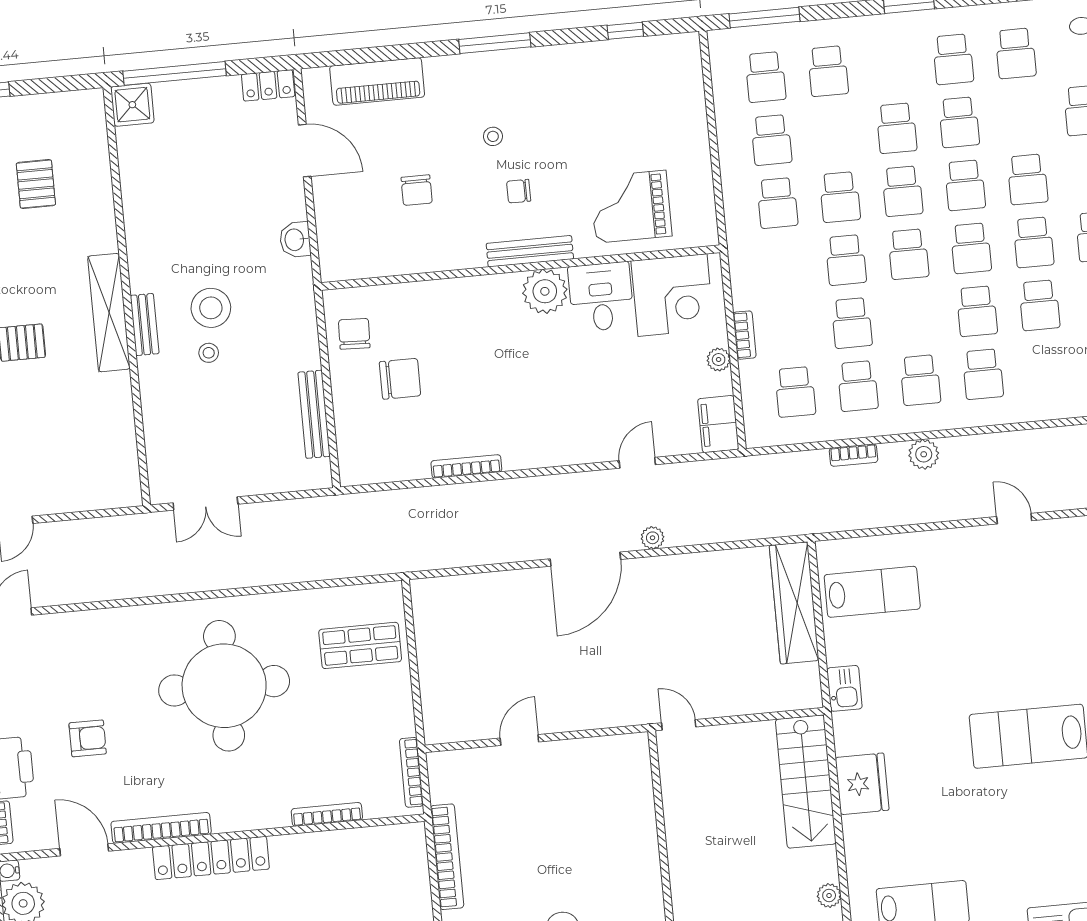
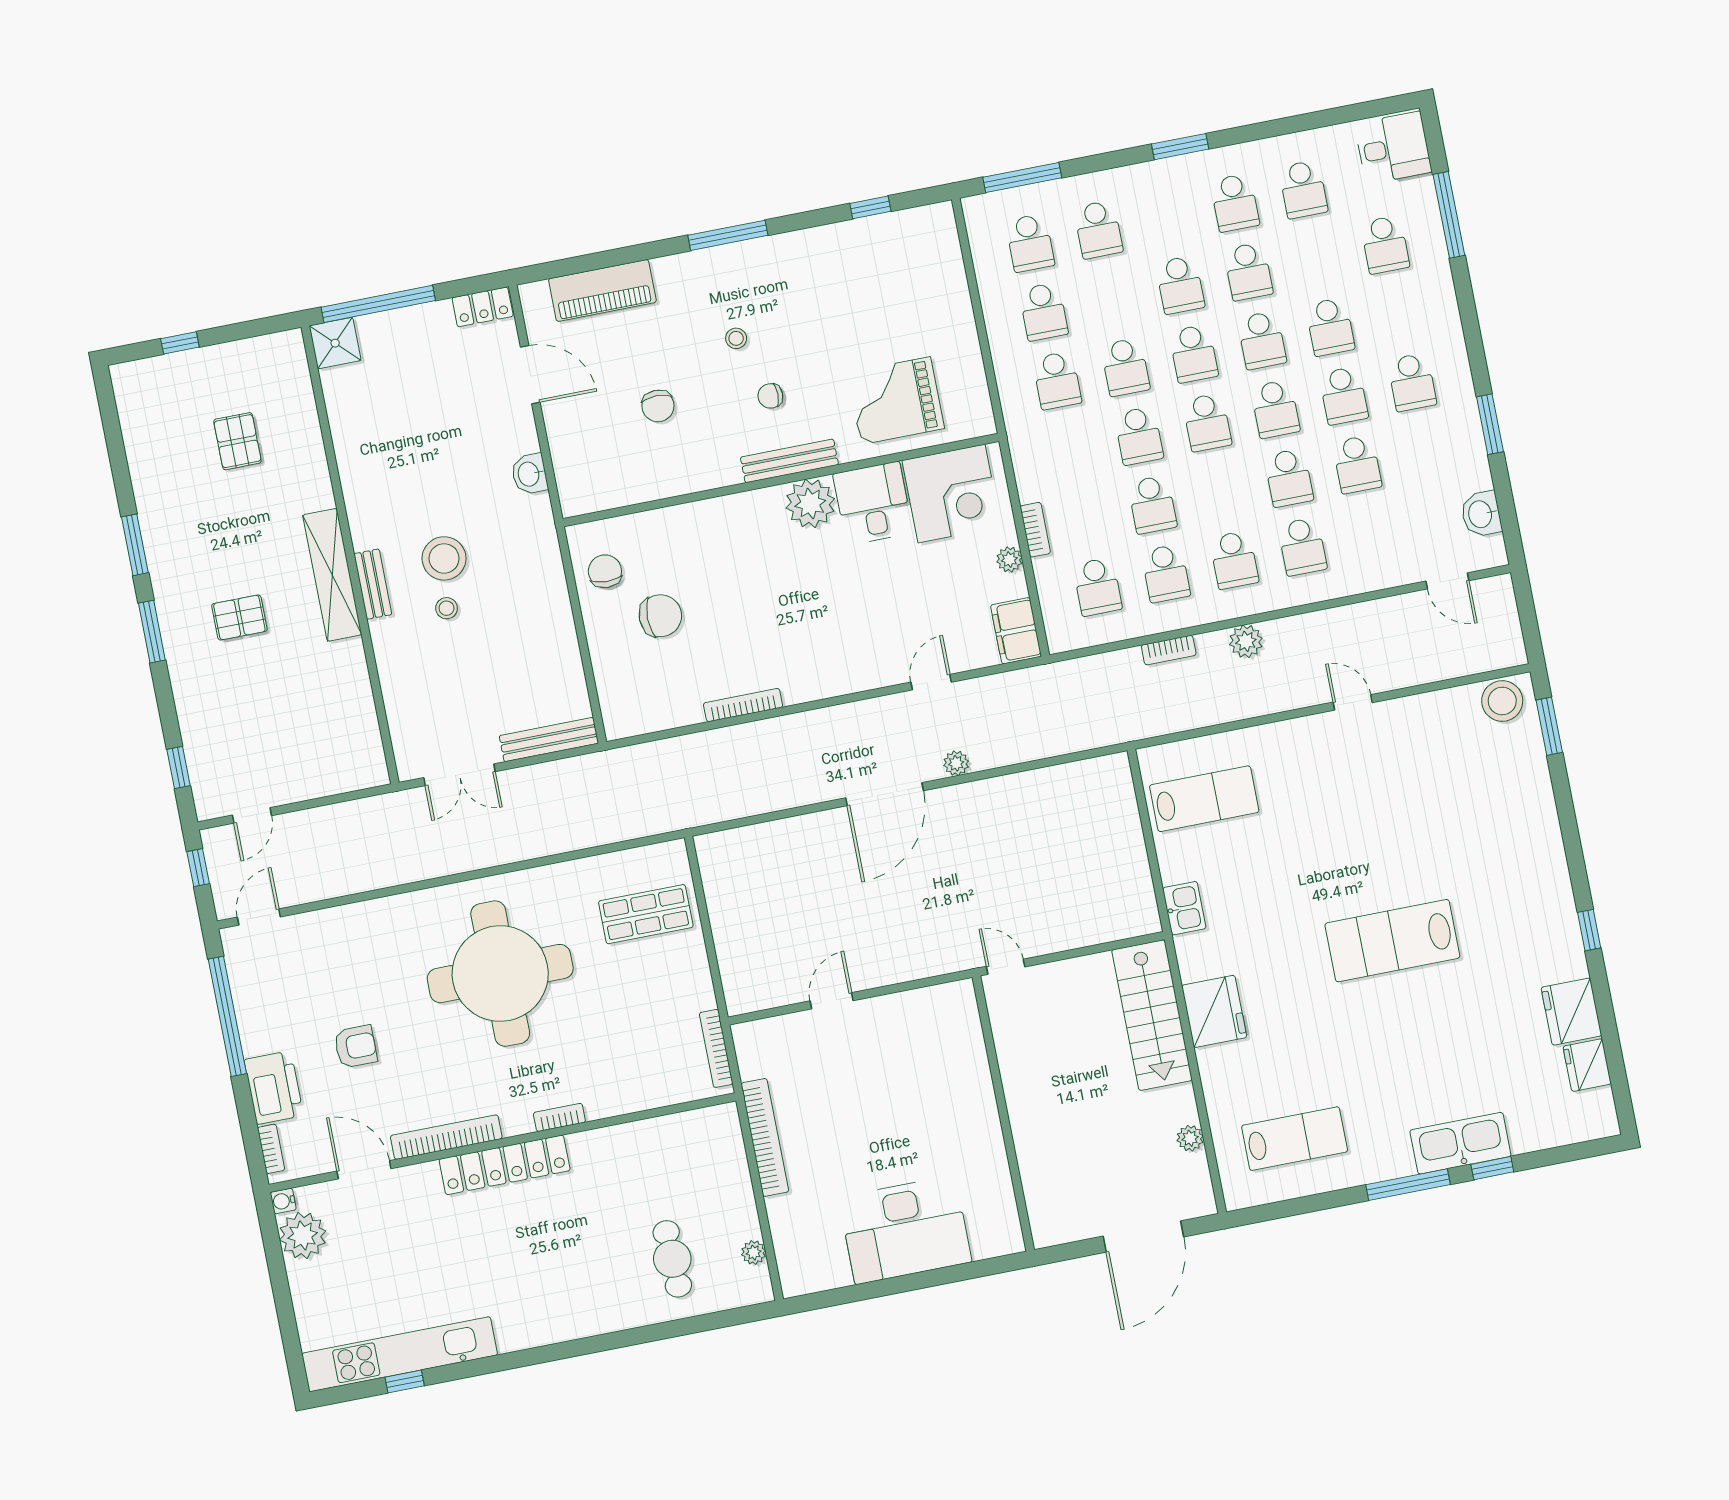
bench: (314, 414) -> (549, 740), moved, turned 90
wardrobe: (794, 603) -> (1119, 819), removed
bookcase: (327, 814) -> (559, 1117), moved, width x0.64

